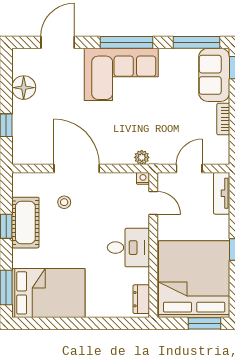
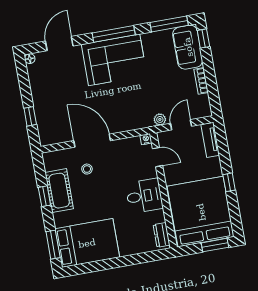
floor lamp: (24, 88) -> (30, 59), moved, width x0.53, depth x0.53
plant: (142, 157) -> (160, 119), moved

